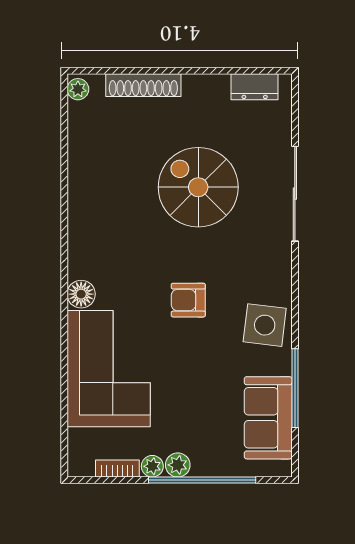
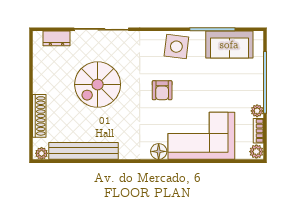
dresser: (255, 87) -> (56, 38), moved, turned 90
bench: (82, 163) -> (84, 151), added
plant: (178, 465) -> (256, 152), moved

